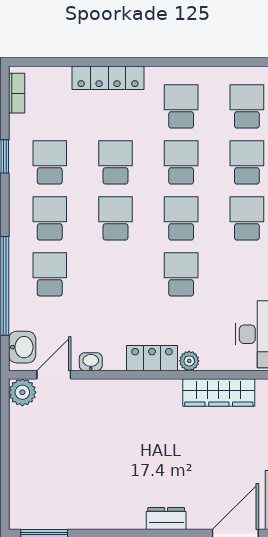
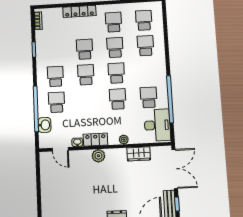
school desk: (50, 162) -> (54, 51), removed
school desk: (247, 218) -> (149, 97), moved
washbasin: (22, 347) -> (44, 125), moved
locker: (152, 358) -> (95, 140), moved
door: (54, 375) -> (60, 149), swing flipped
plant: (22, 392) -> (98, 156), moved
wardrobe: (219, 392) -> (139, 154), width x0.67

